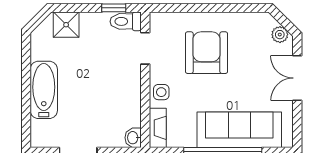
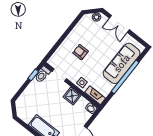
shower: (66, 25) -> (72, 96), moved
armchair: (206, 53) -> (80, 52), width x0.53, depth x0.53

